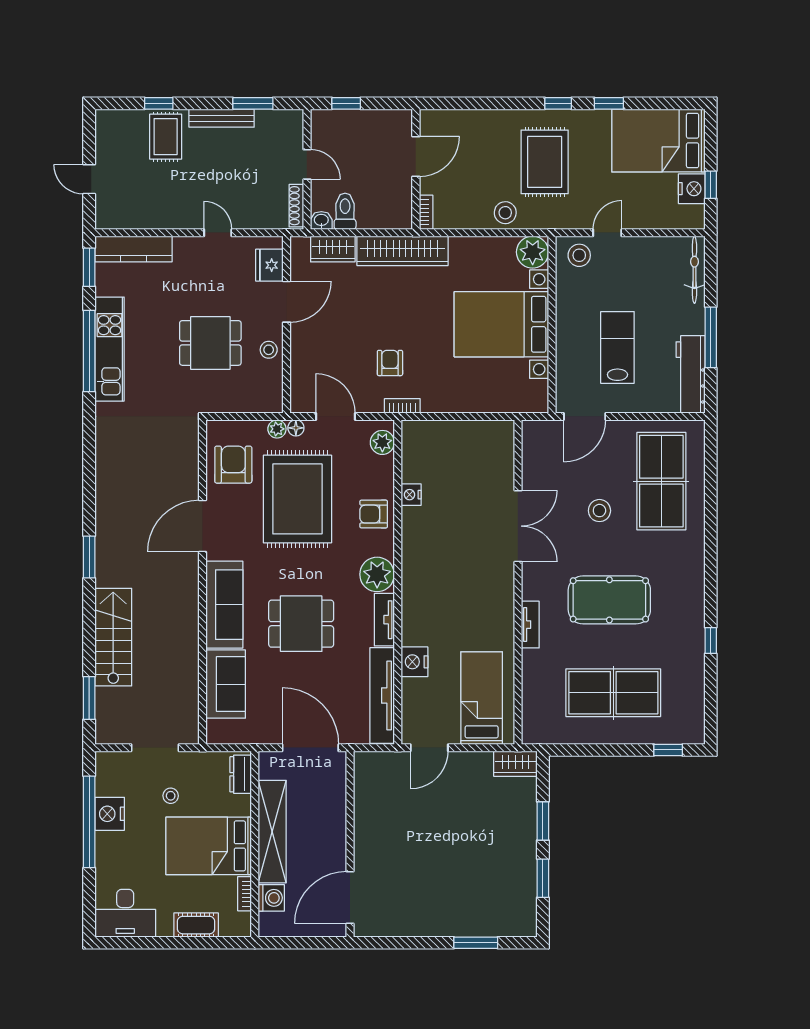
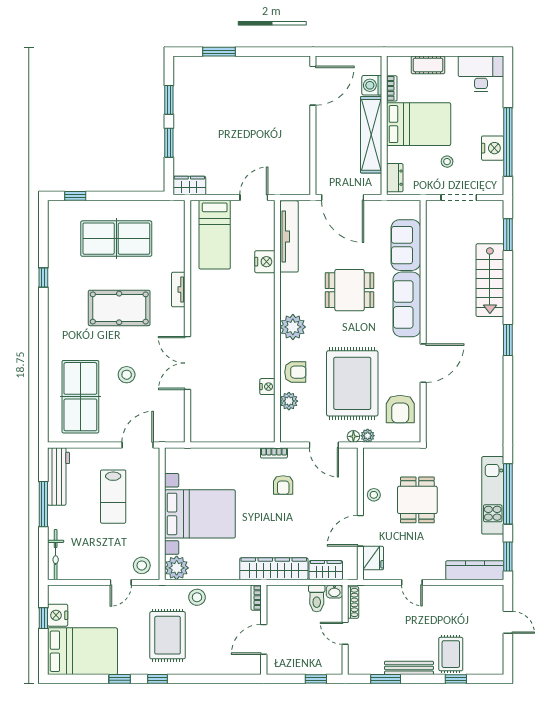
dining table: (210, 343) -> (417, 500), turned 90
plant: (382, 442) -> (289, 401), moved
tv unit: (384, 620) -> (287, 293), removed

